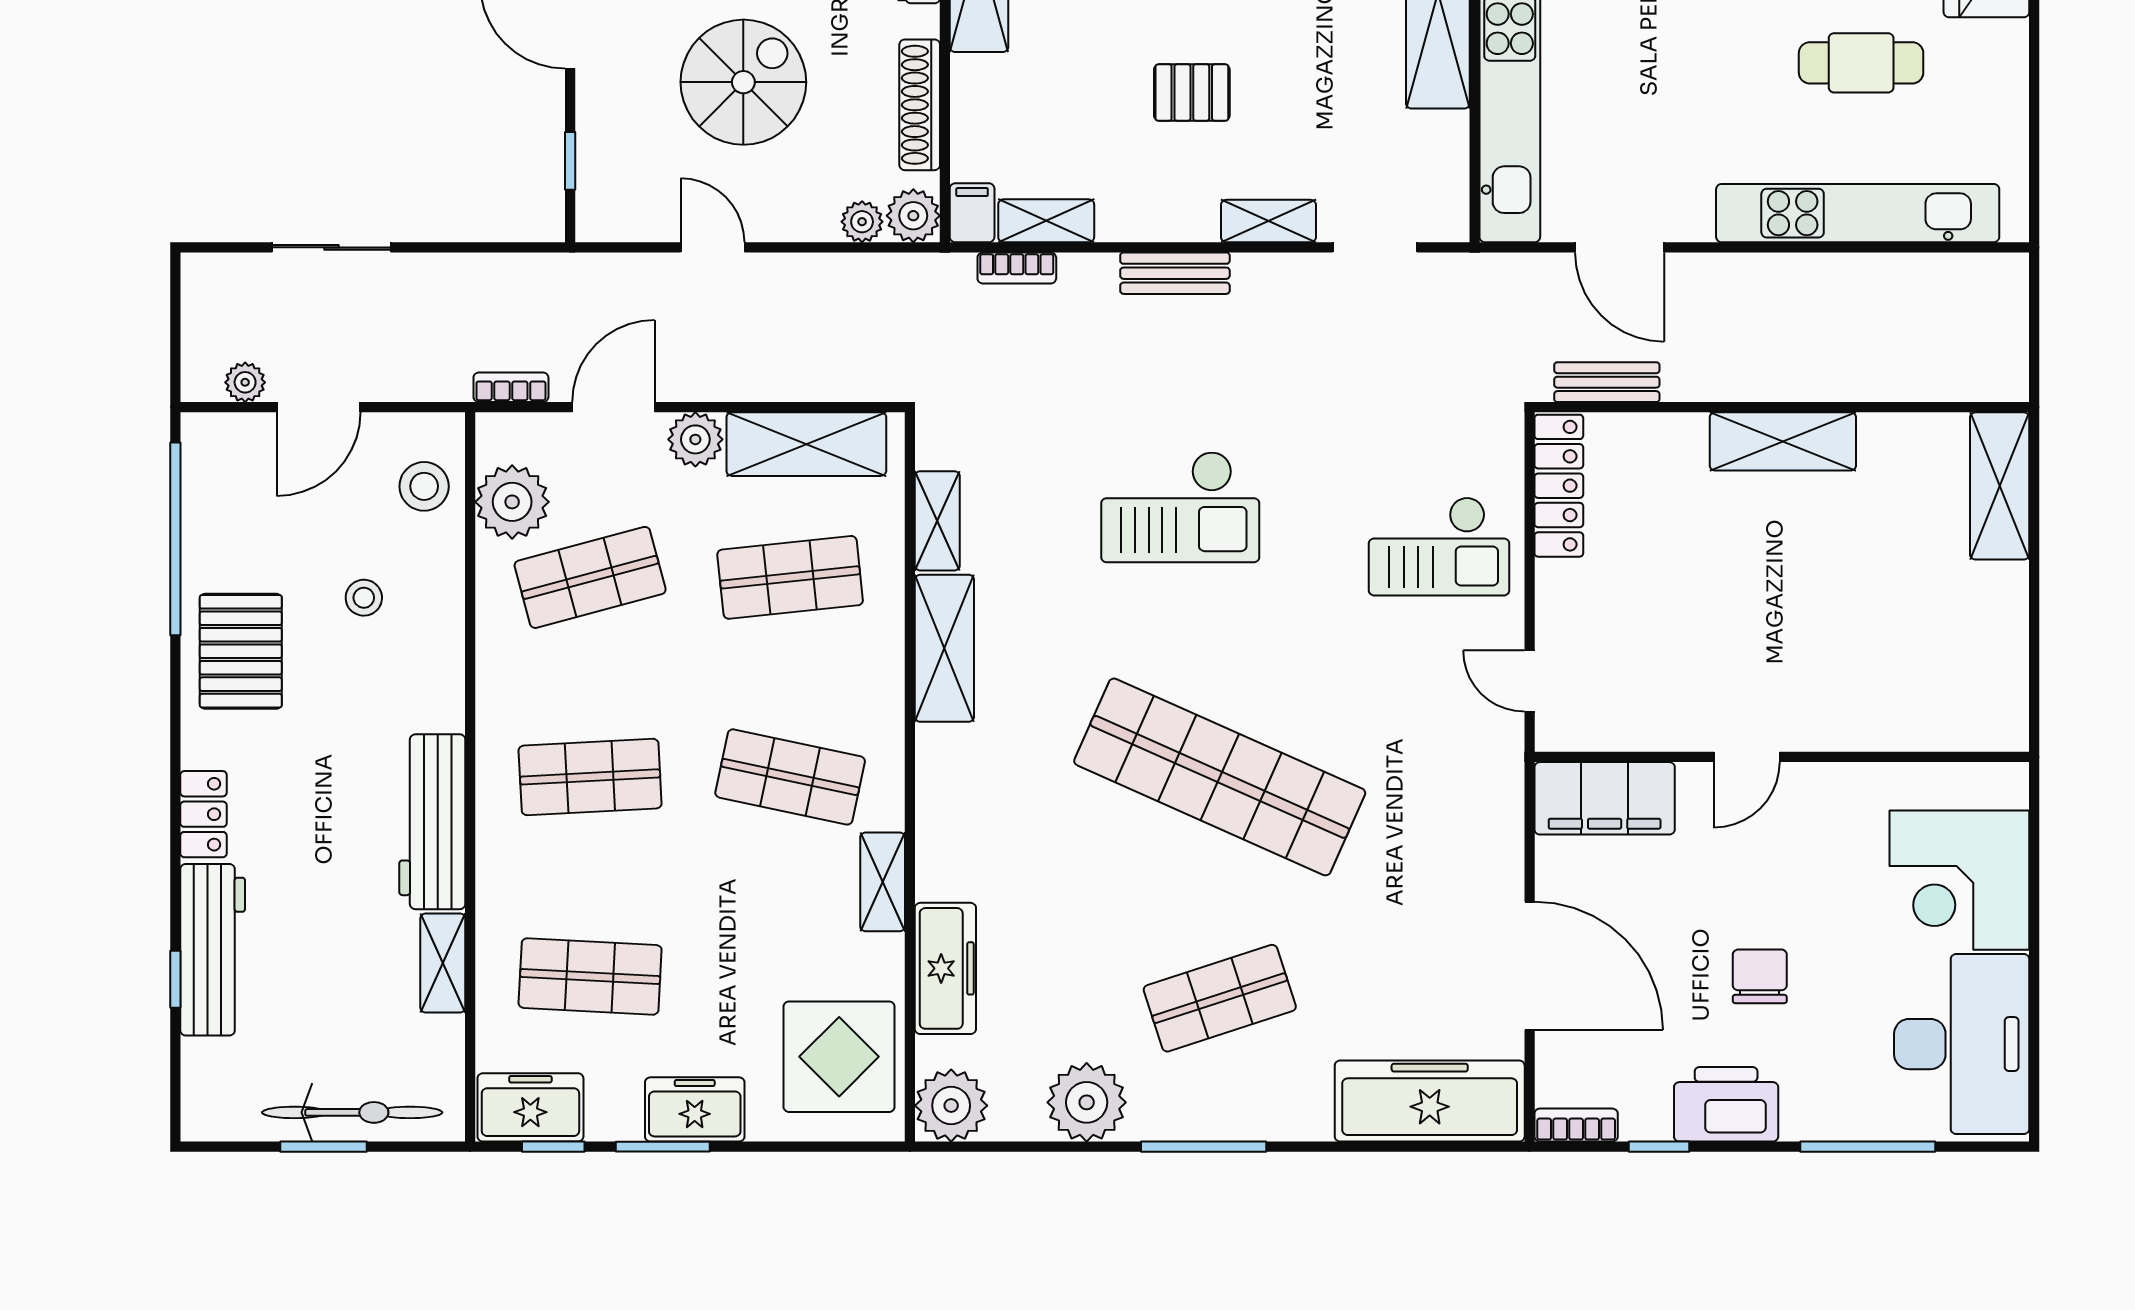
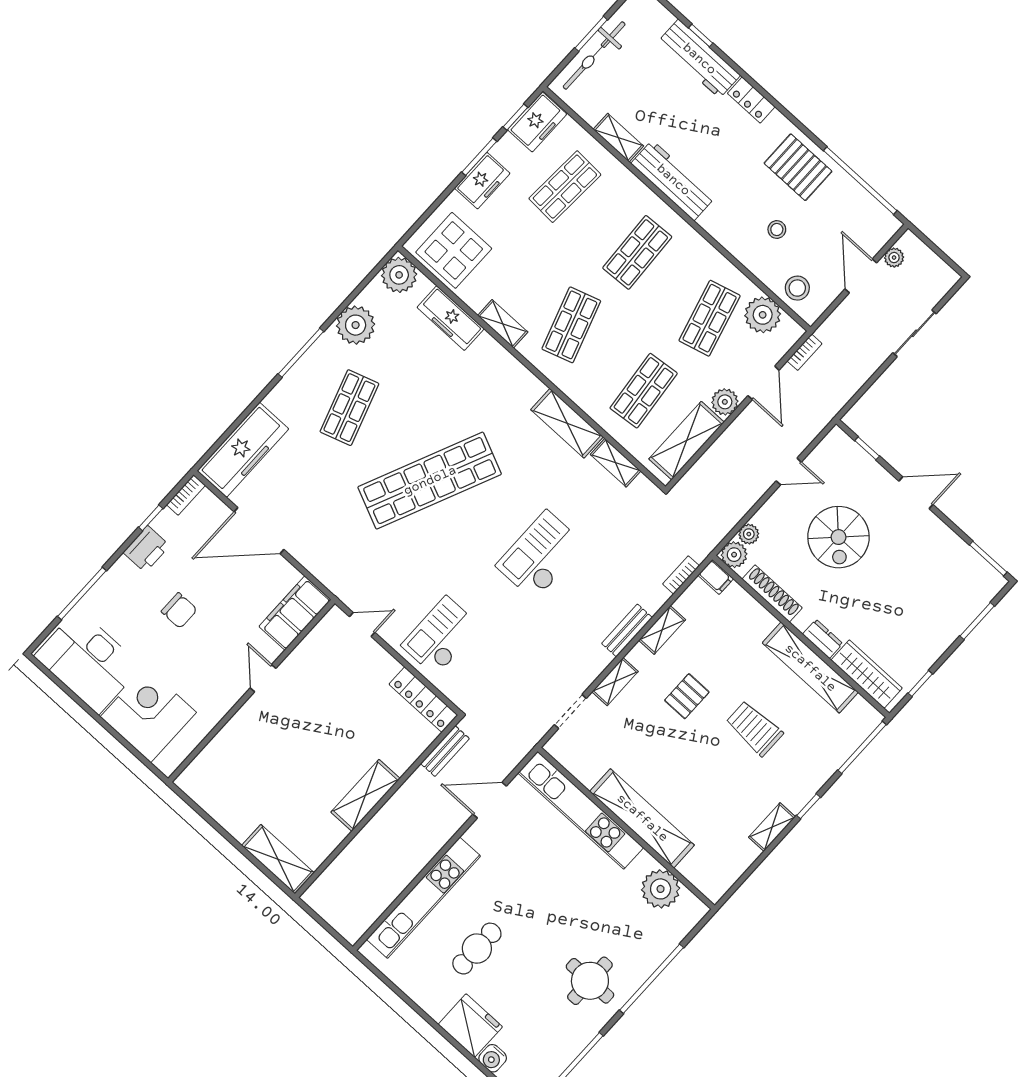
shelving: (1046, 221) -> (662, 630), moved
shop shelf: (790, 777) -> (571, 325), turned -30
printer: (1726, 1104) -> (146, 549), width x0.73, depth x0.84

